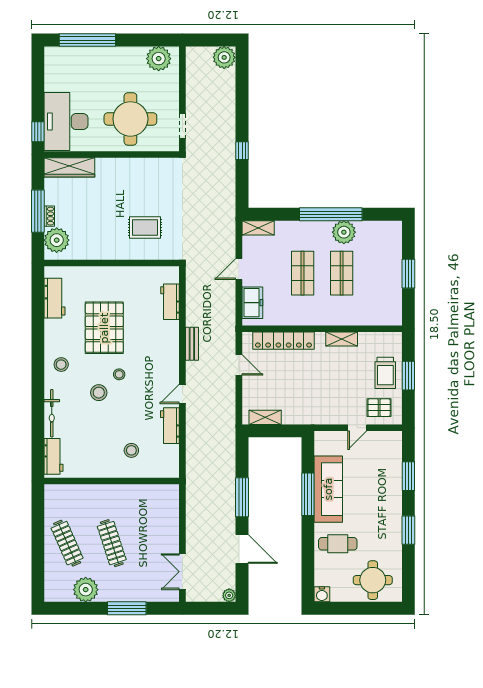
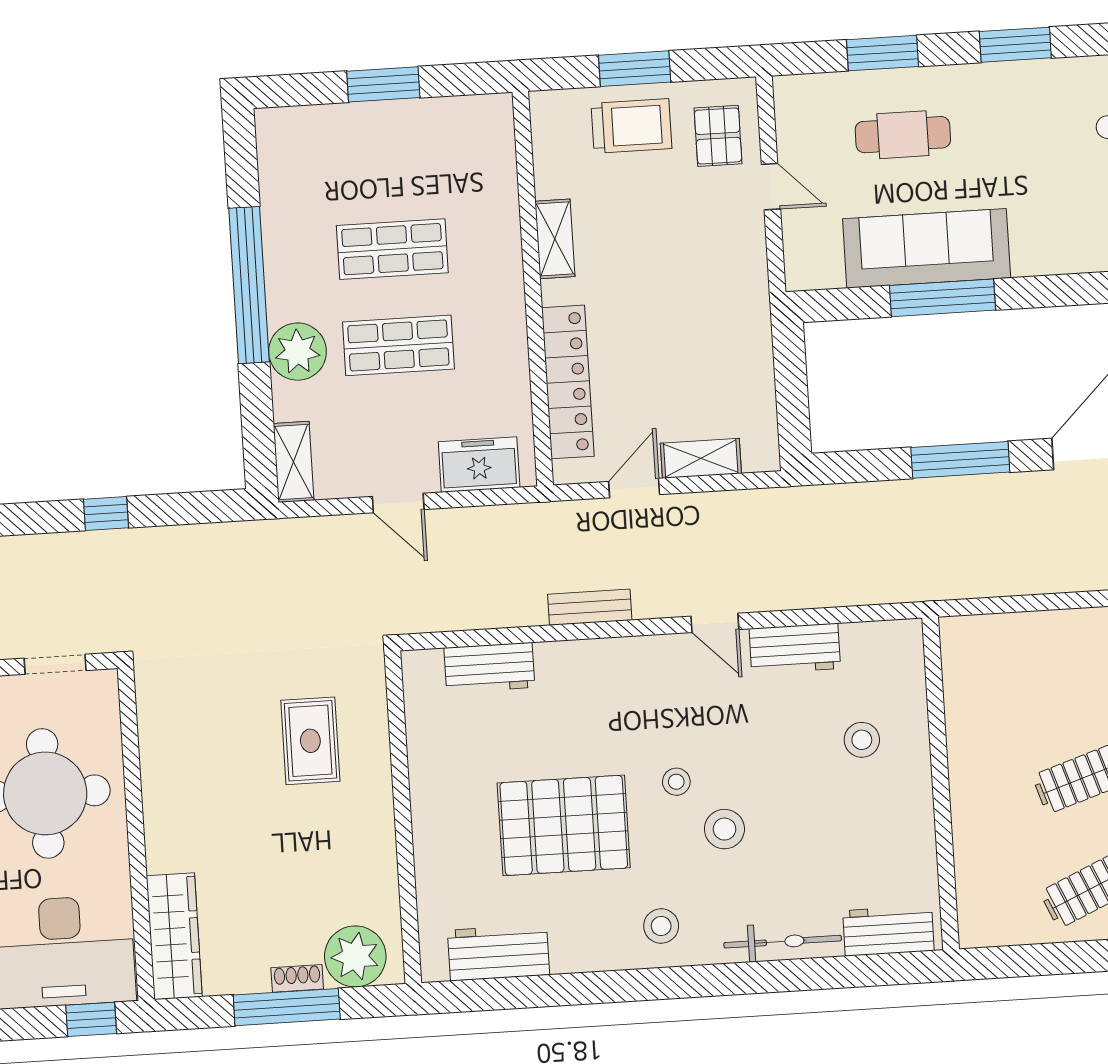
plant: (344, 232) -> (298, 352), moved
shelving: (265, 417) -> (701, 458), moved, turned 90
cafe table: (338, 544) -> (903, 135), moved, turned 90

